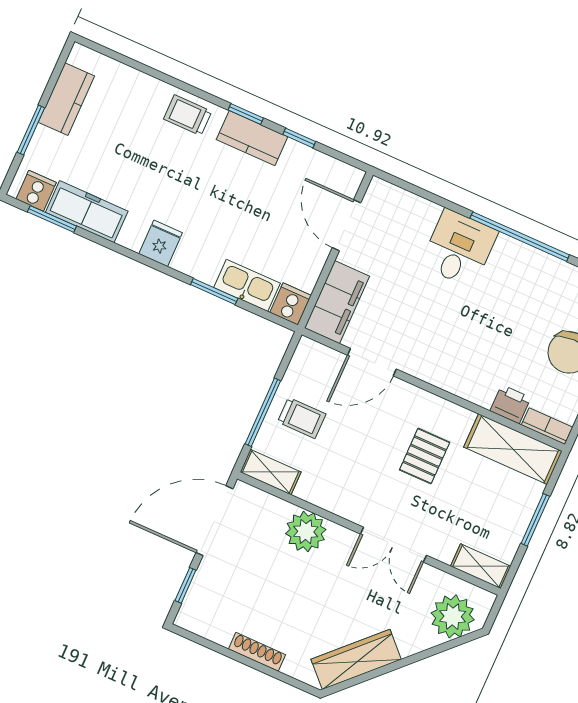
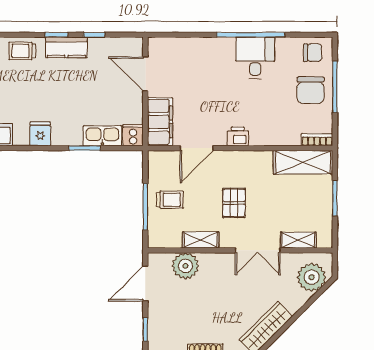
desk: (459, 248) -> (255, 58), moved
printer: (510, 404) -> (238, 136), moved
pallet: (425, 456) -> (234, 203), moved
shelving: (270, 472) -> (201, 240), moved
door: (214, 521) -> (145, 284), width x0.73
plant: (306, 532) -> (185, 266), moved
shelving: (481, 566) -> (298, 240), moved

